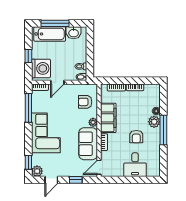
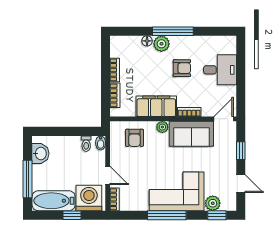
bathtub: (50, 34) -> (54, 201), moved, turned -90
window: (28, 108) -> (167, 215), moved
door: (99, 167) -> (224, 119), swing flipped
plant: (37, 171) -> (213, 203), moved

